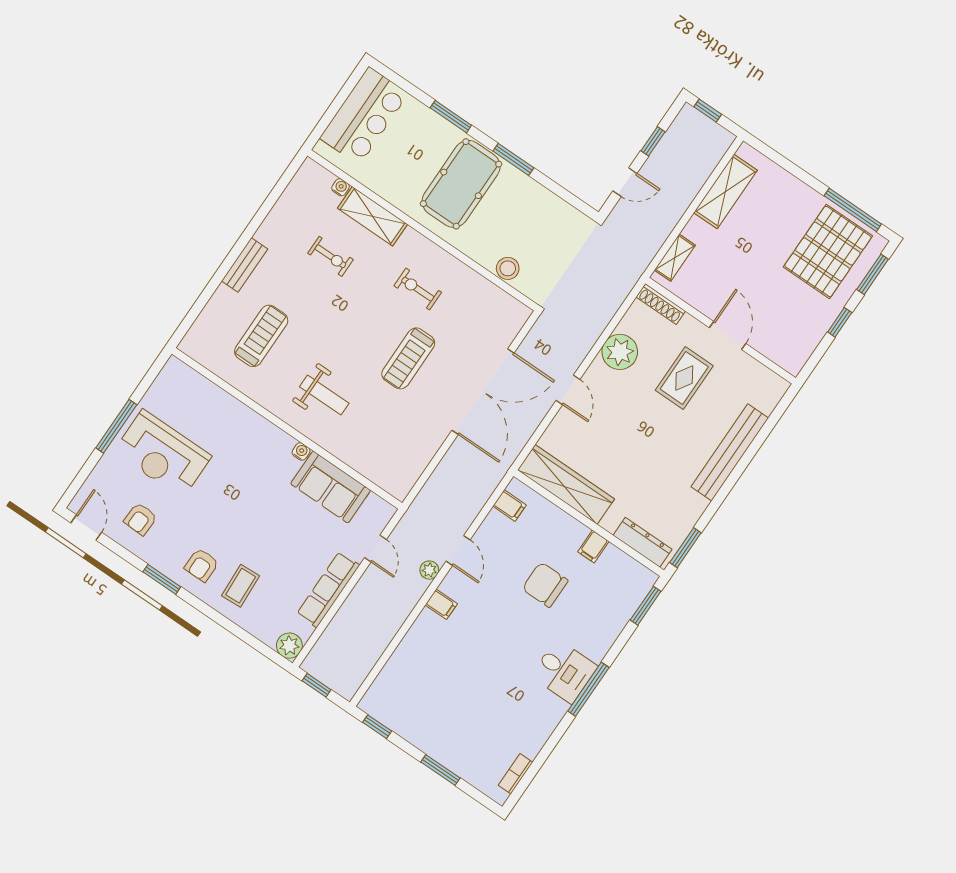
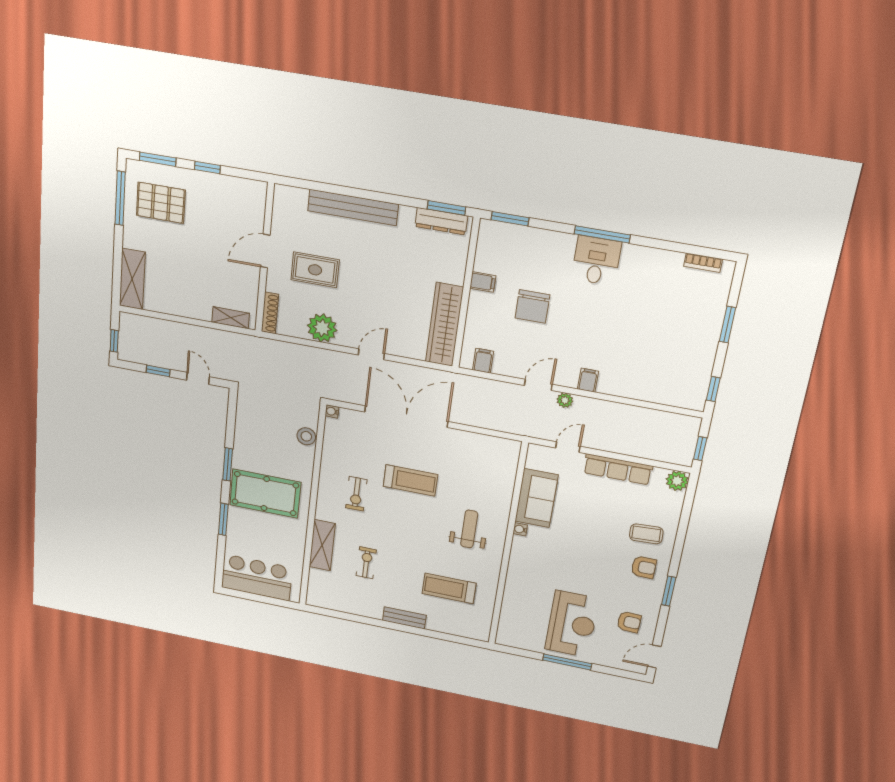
water cooler: (340, 187) -> (332, 411), moved
shelving: (725, 191) -> (132, 279), moved, turned 90
pallet: (828, 251) -> (161, 203), width x0.73, depth x0.71
dresser: (643, 542) -> (441, 221), moved, turned -90

